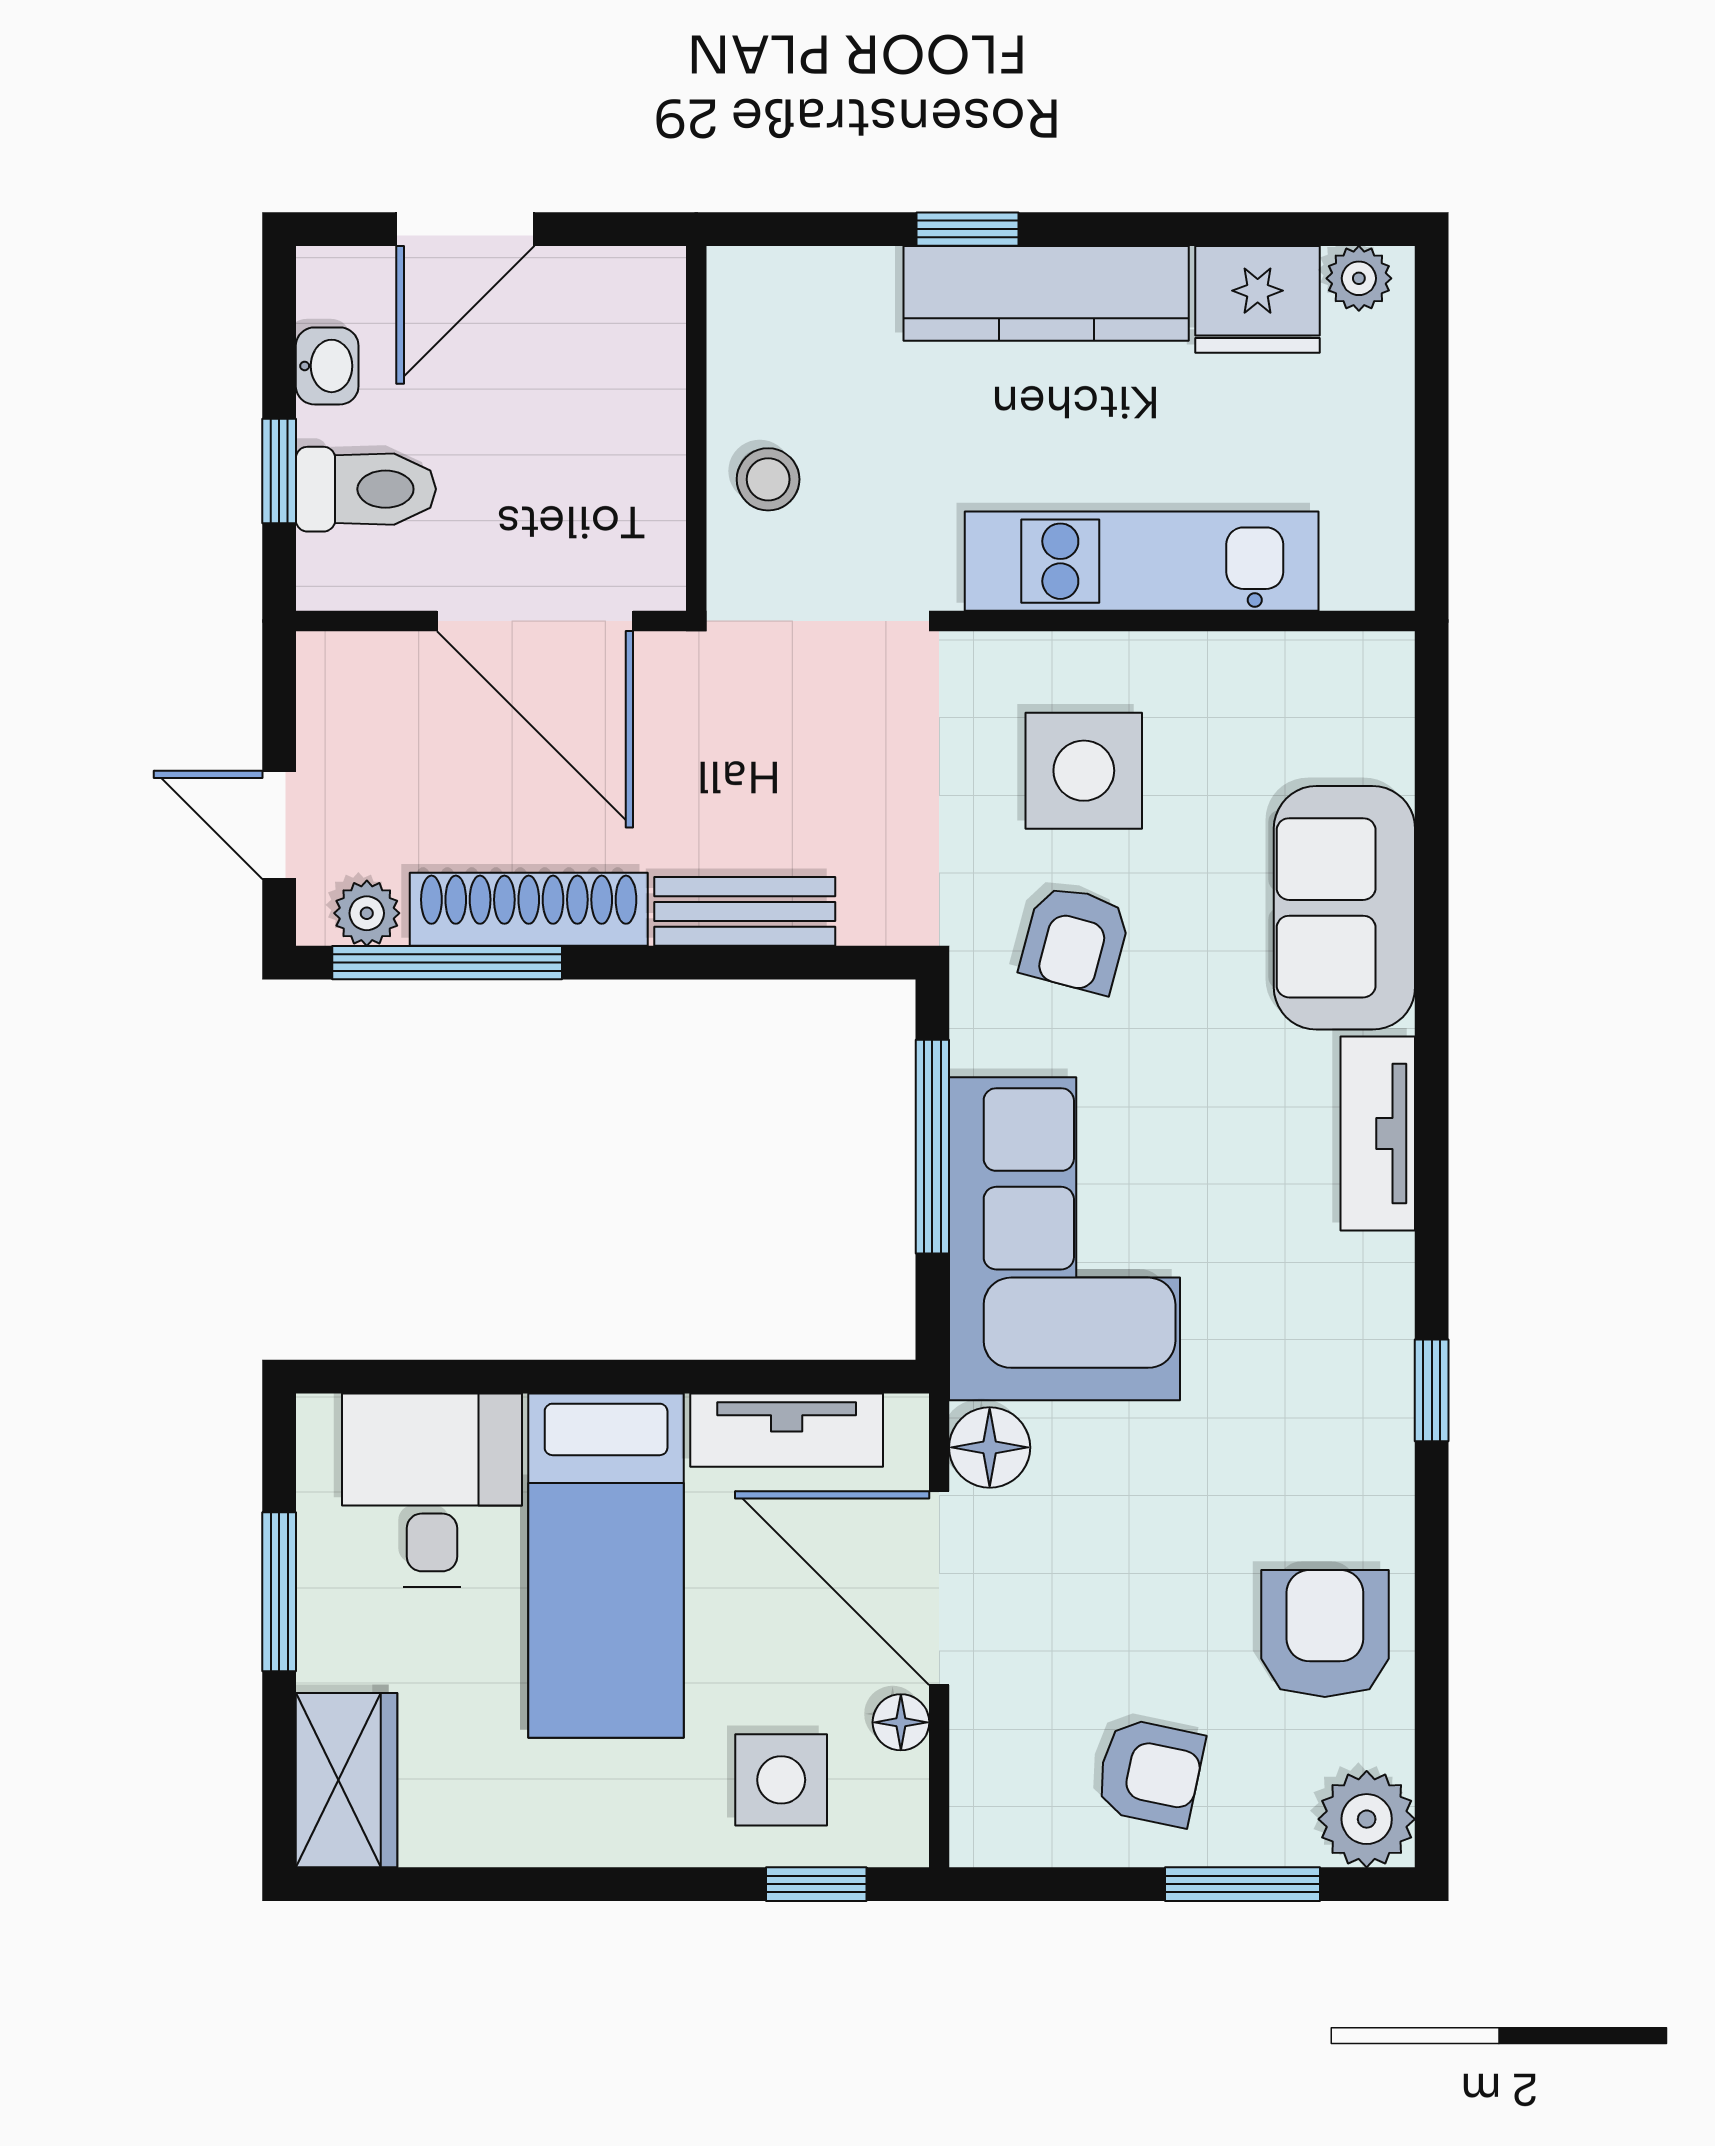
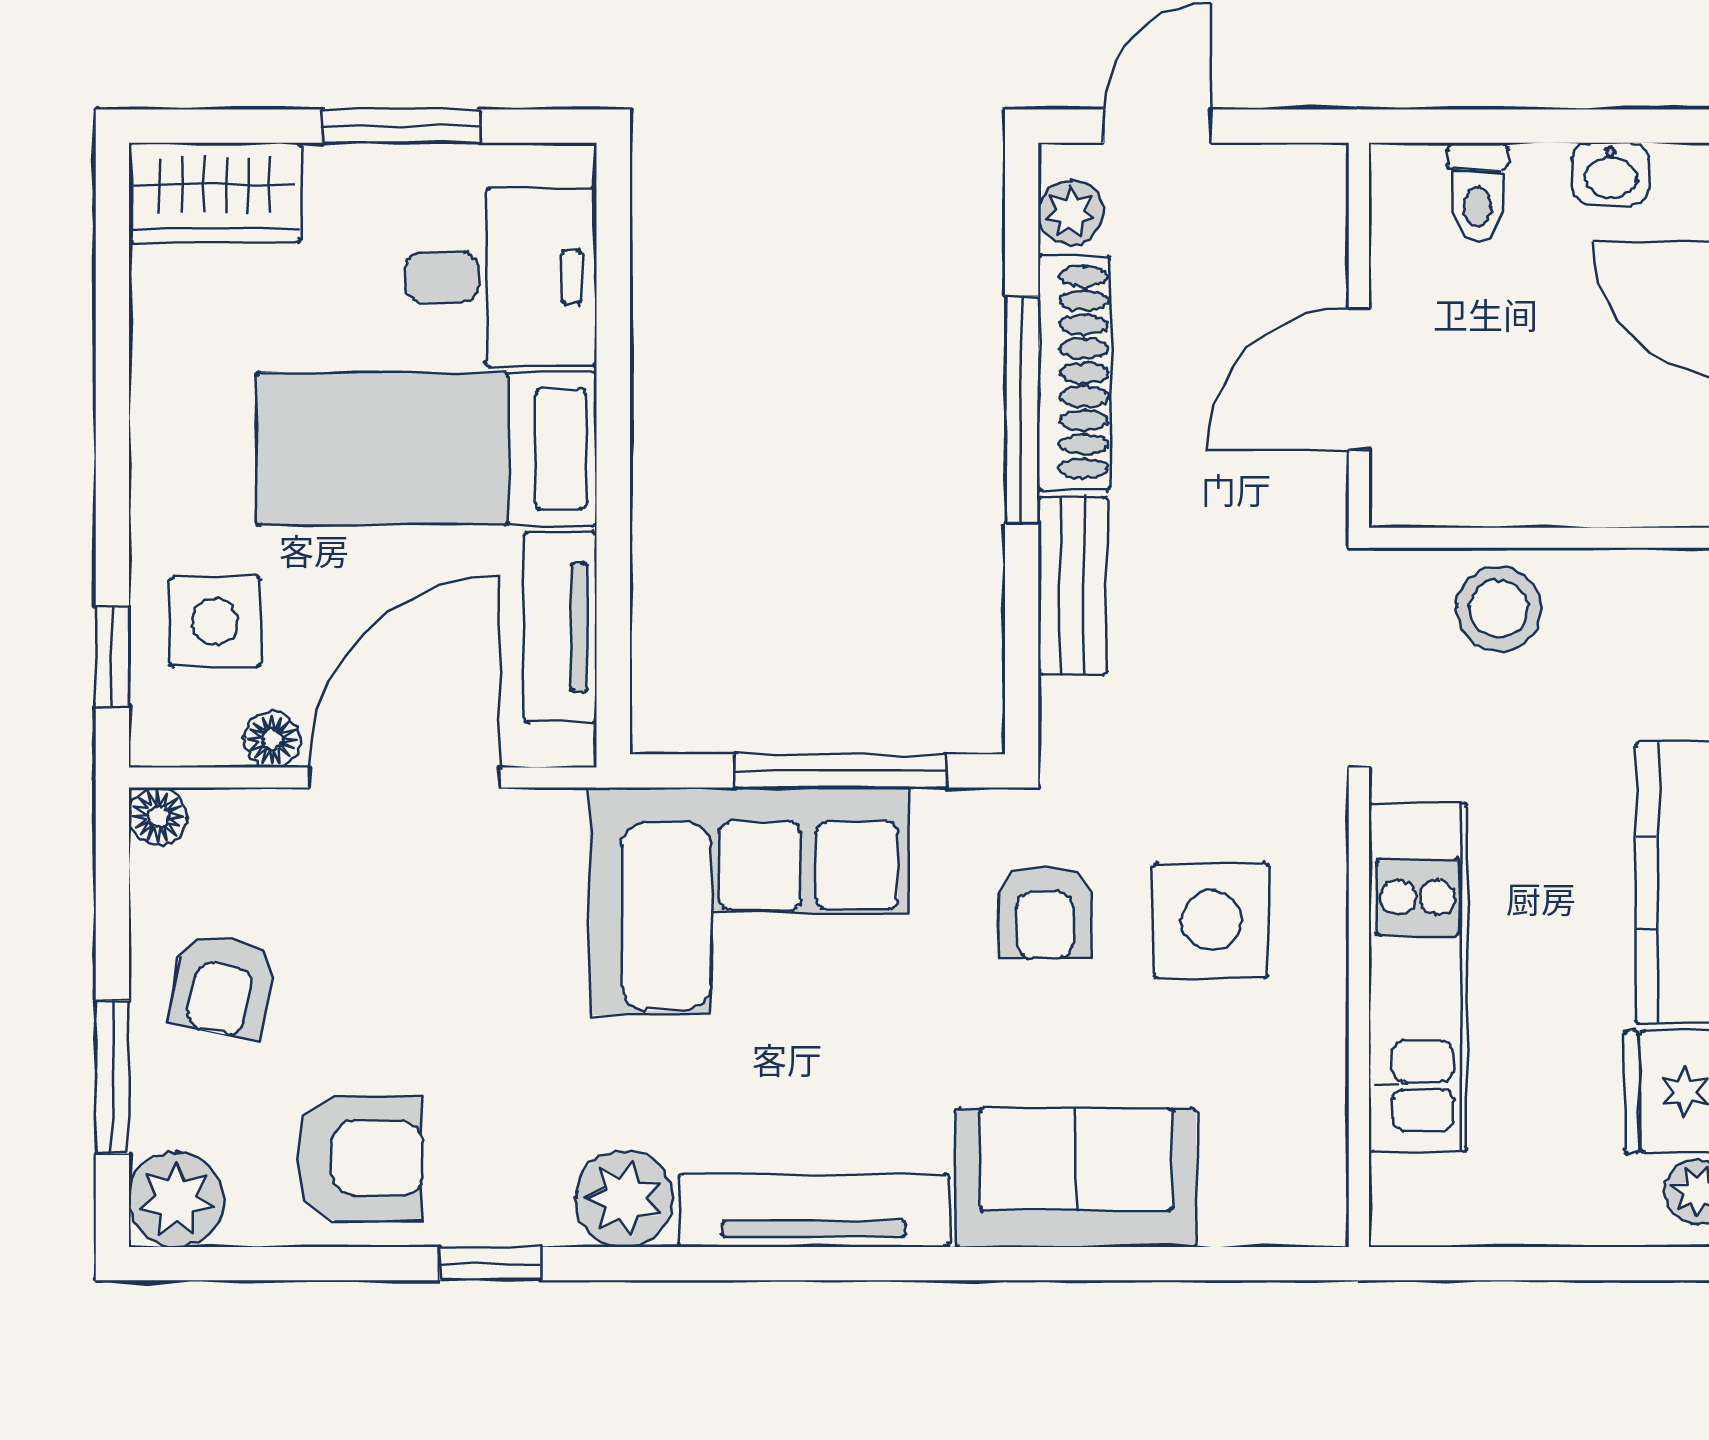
window: (279, 471) -> (1507, 126), removed
stool: (768, 479) -> (1499, 609), width x1.37, depth x1.37
toilet: (366, 489) -> (1478, 192), width x0.73, depth x0.72
door: (535, 621) -> (1359, 379), width x0.73
armchair: (1075, 939) -> (1045, 912), turned -105
window: (447, 963) -> (1022, 410), moved
tv unit: (1378, 1134) -> (814, 1210), width x1.41
plant: (1366, 1366) -> (624, 1199), added
window: (1432, 1390) -> (490, 1264), moved
floor lamp: (990, 1447) -> (158, 817), moved, width x0.73, depth x0.73

